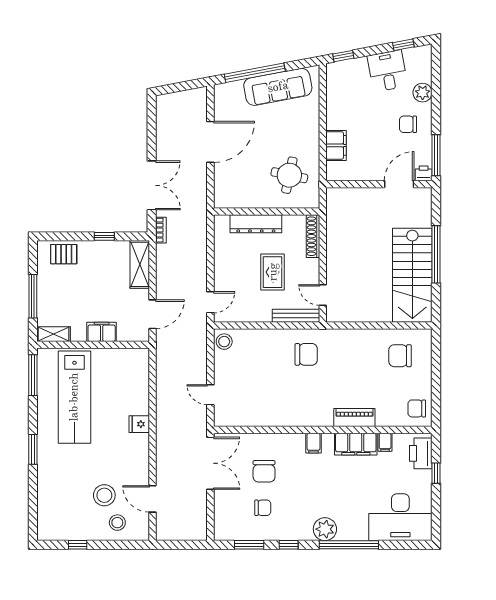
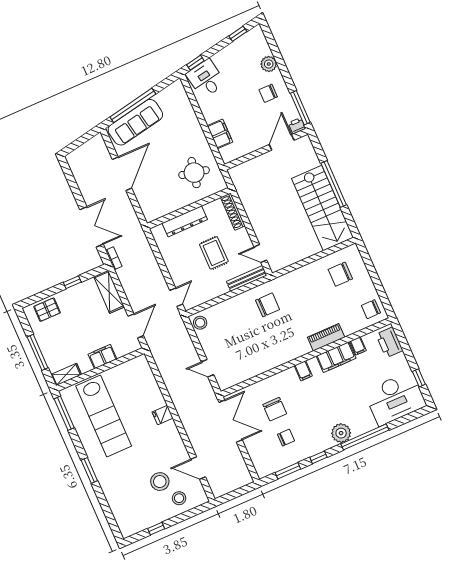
desk: (387, 71) -> (206, 79), moved
sofa: (278, 87) -> (135, 122), moved
window: (436, 473) -> (419, 378), moved

